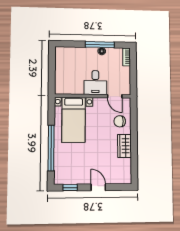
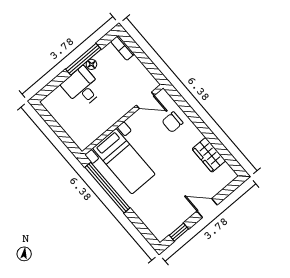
desk: (95, 83) -> (82, 87), moved, turned 180
wardrobe: (124, 146) -> (209, 155), moved
window: (51, 148) -> (107, 188), moved

